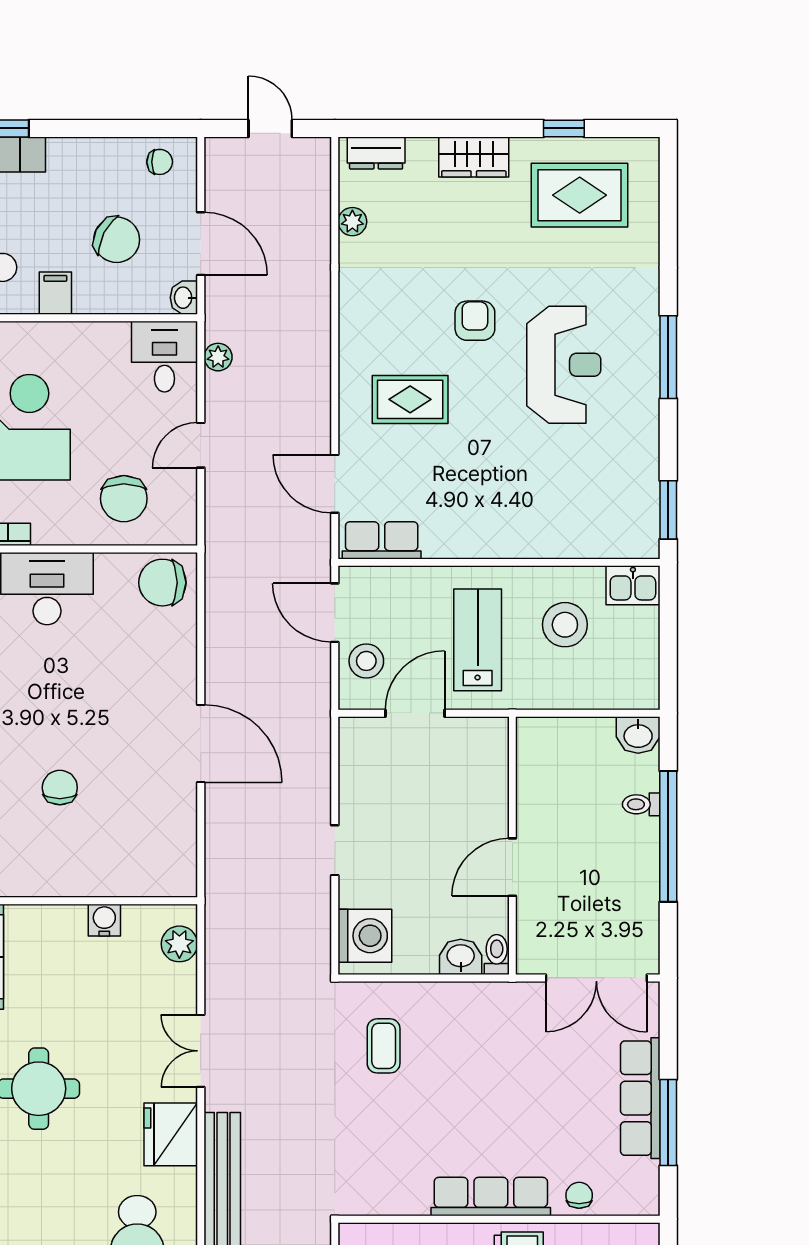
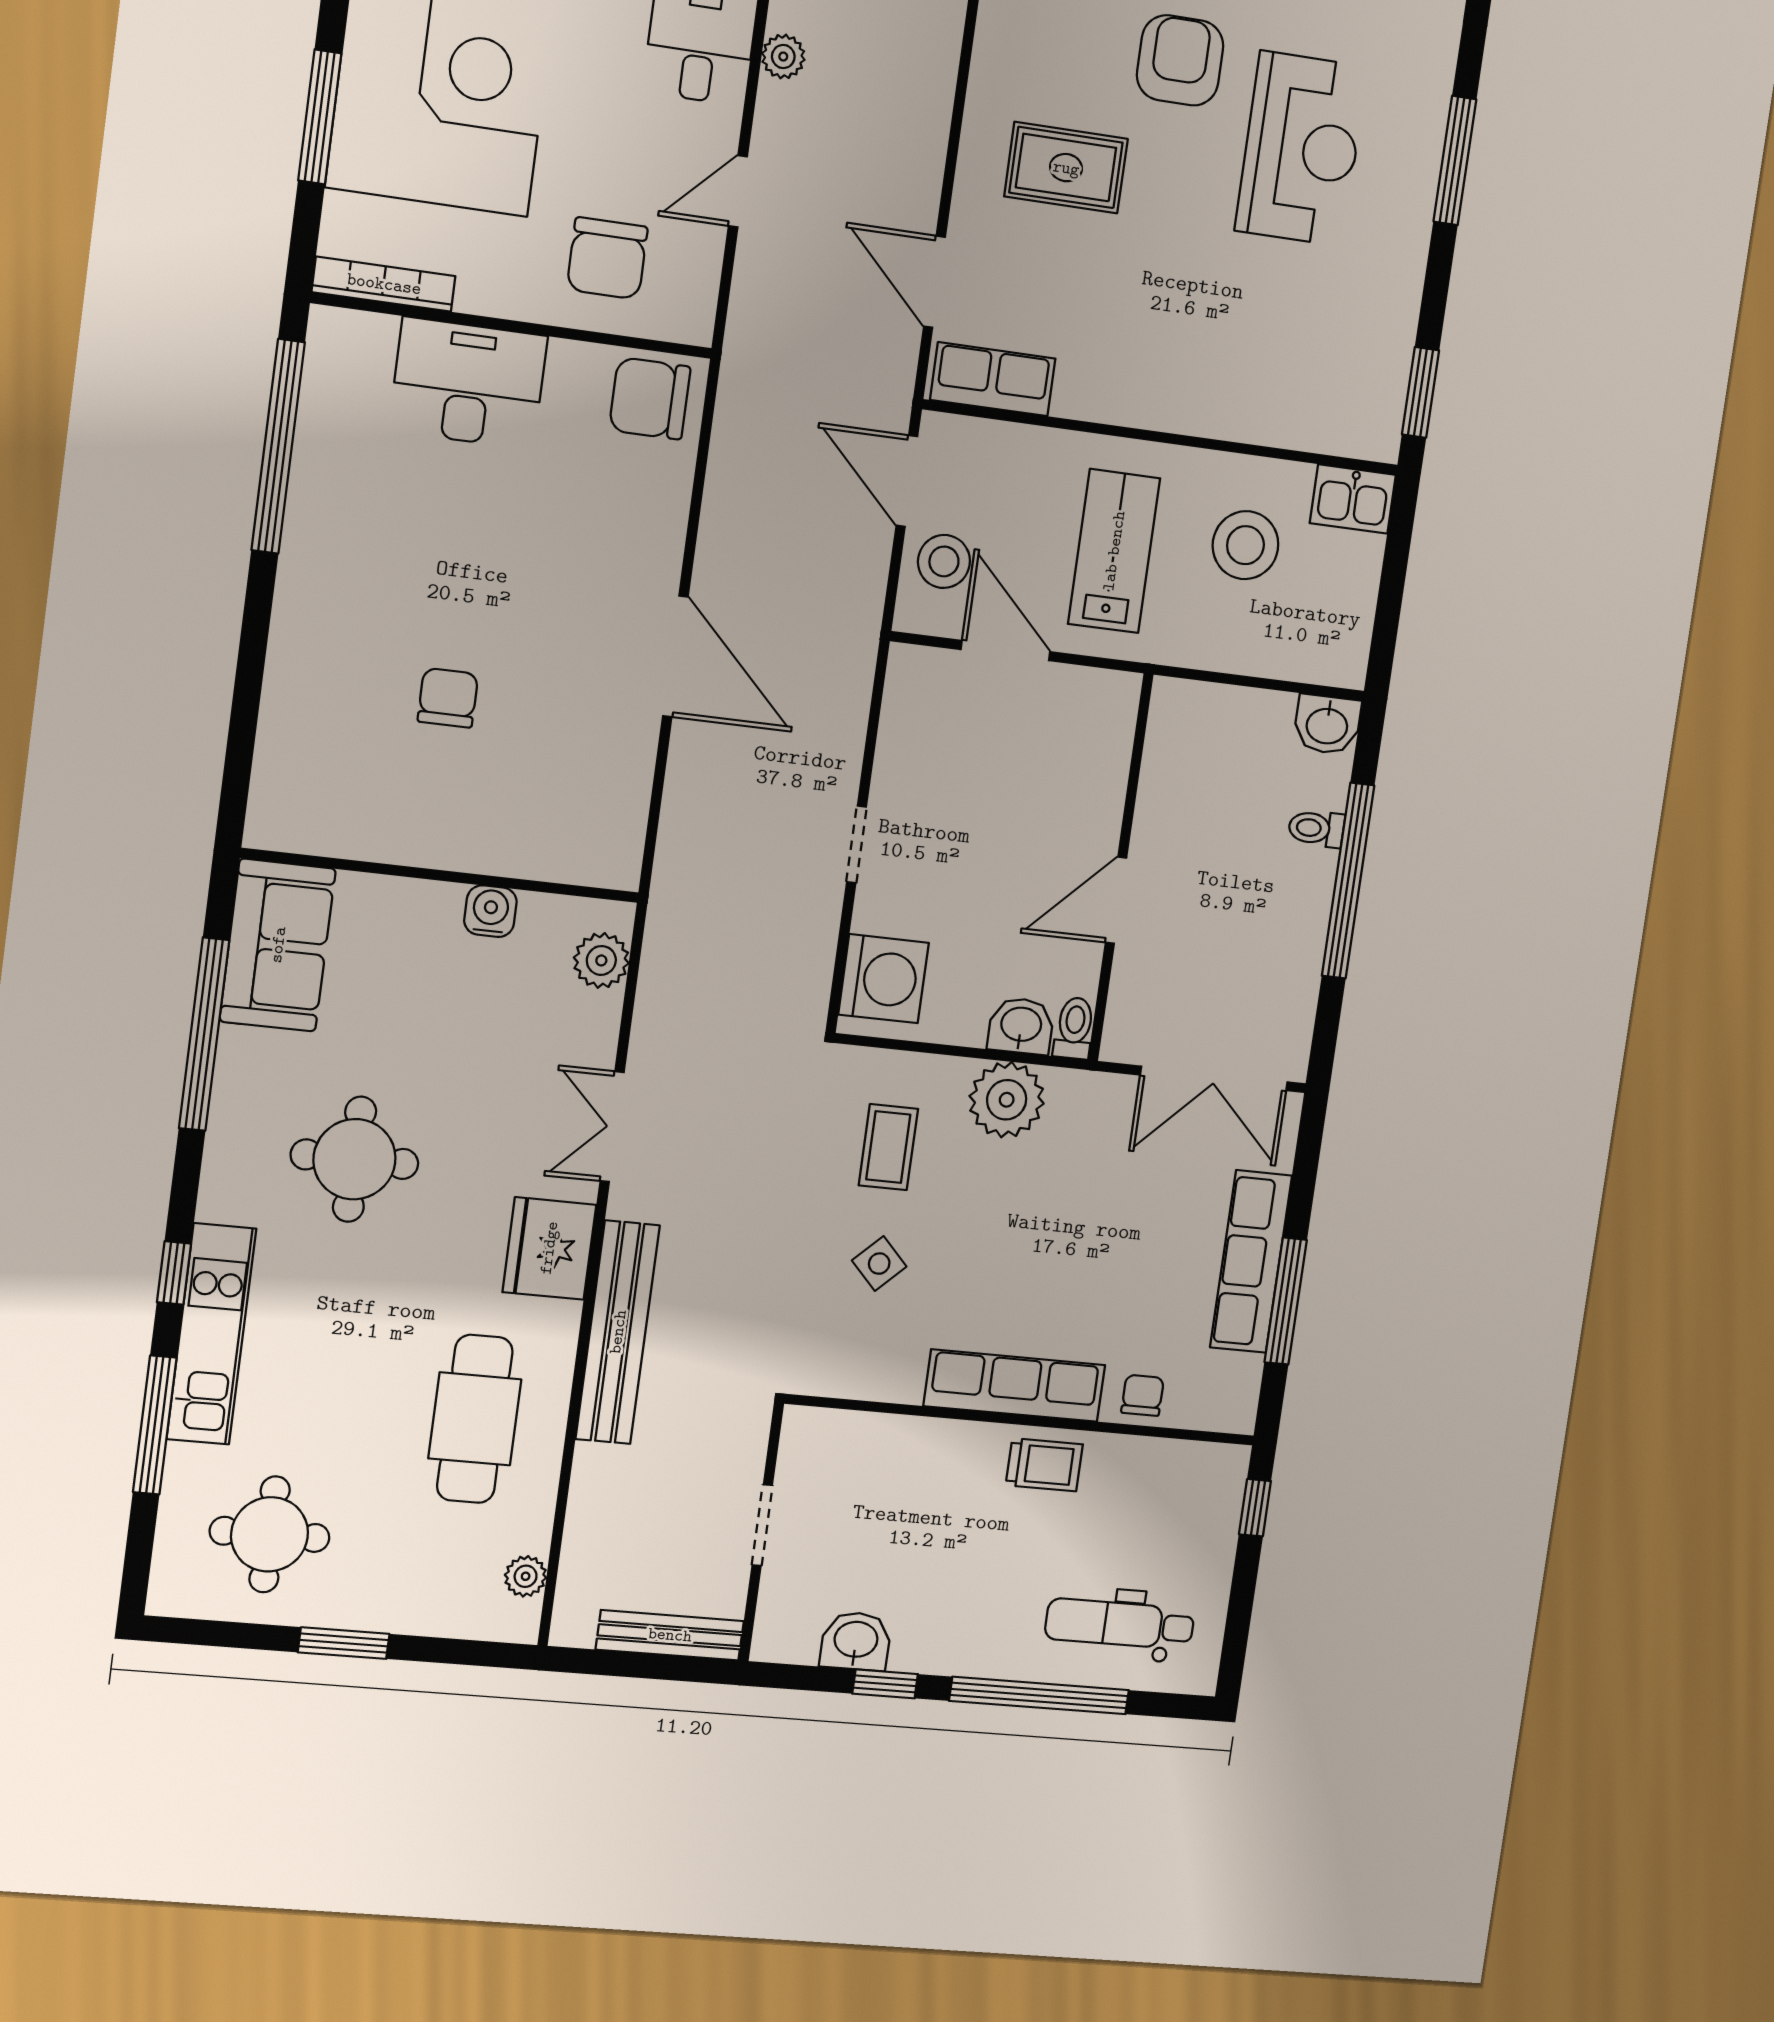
armchair: (475, 321) -> (1180, 60), width x1.38, depth x1.38
door: (415, 713) -> (1005, 651), hinge flipped
plant: (458, 1007) -> (1007, 1100), added
side table: (388, 1124) -> (879, 1264), added

